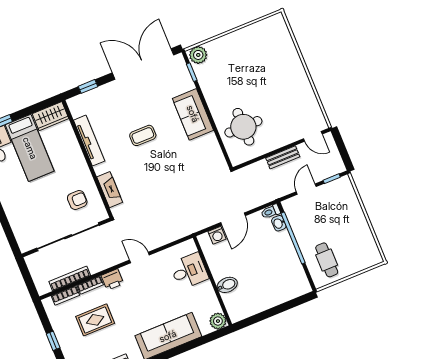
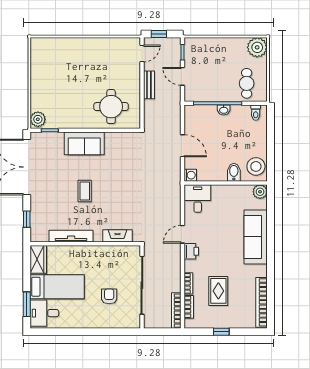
window: (341, 146) -> (159, 34), added
armchair: (77, 200) -> (109, 296), moved
toilet: (271, 212) -> (256, 113), moved
washbasin: (279, 223) -> (224, 110), moved
washing machine: (217, 235) -> (190, 175), moved
plant: (369, 256) -> (257, 47), added
cafe table: (327, 260) -> (247, 83), turned 90
desk: (189, 271) -> (198, 198), moved
bookcase: (70, 278) -> (176, 311), moved
printer: (112, 279) -> (191, 251), moved
stool: (243, 306) -> (256, 166), added

